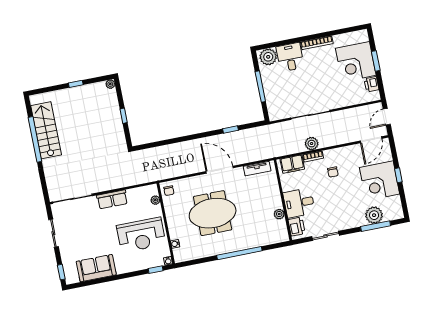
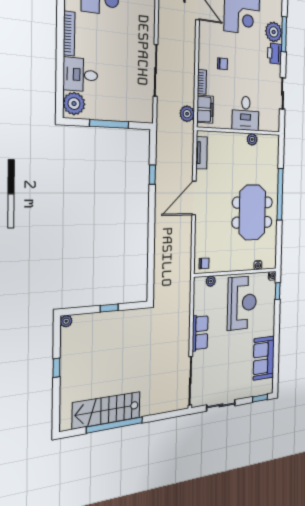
plant: (312, 144) -> (187, 114), moved
meeting table: (213, 213) -> (252, 212), moved
printer: (297, 226) -> (274, 53), moved, turned -90

